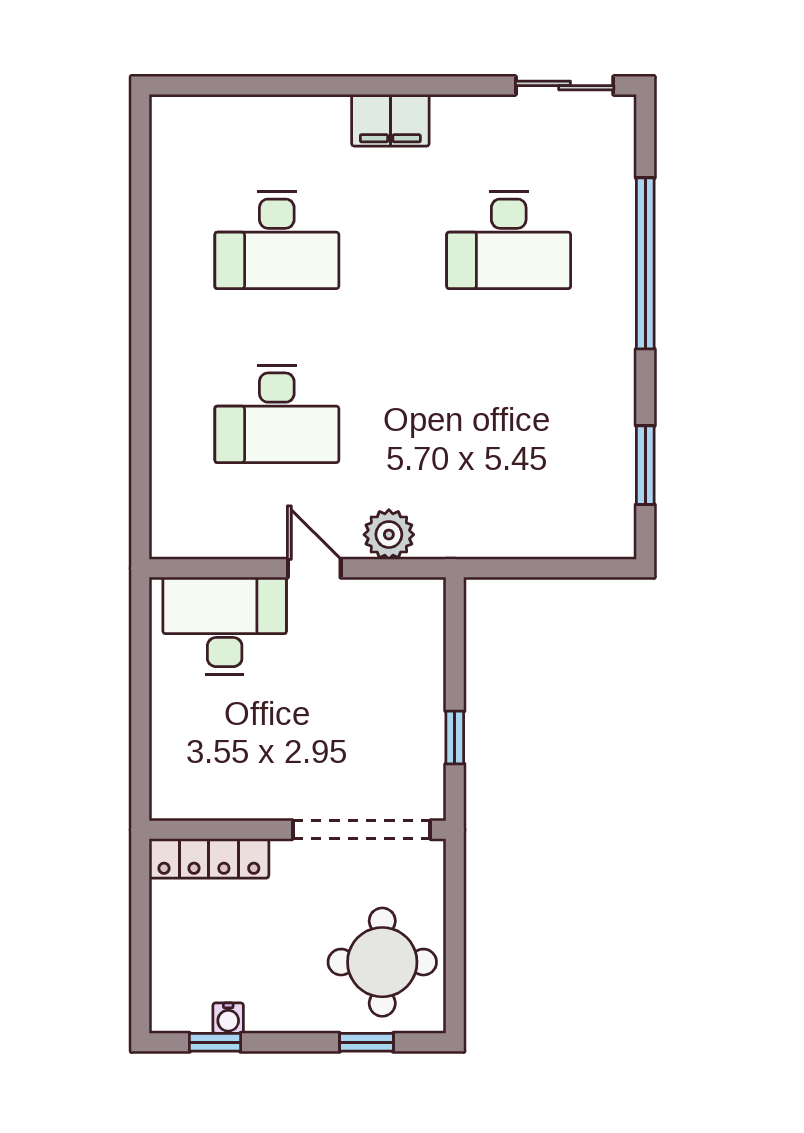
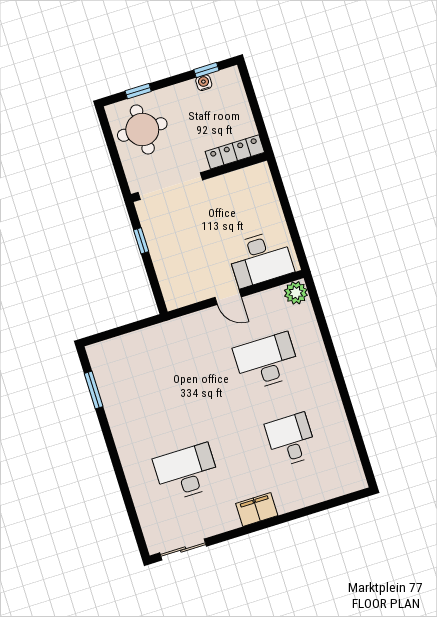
desk: (277, 240) -> (291, 440), width x0.73
window: (645, 263) -> (122, 481), removed
plant: (389, 535) -> (296, 293), moved

